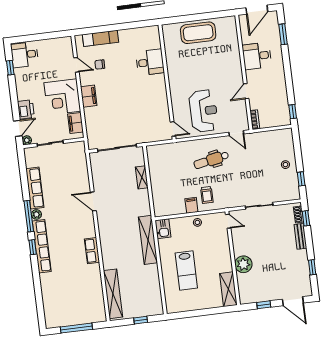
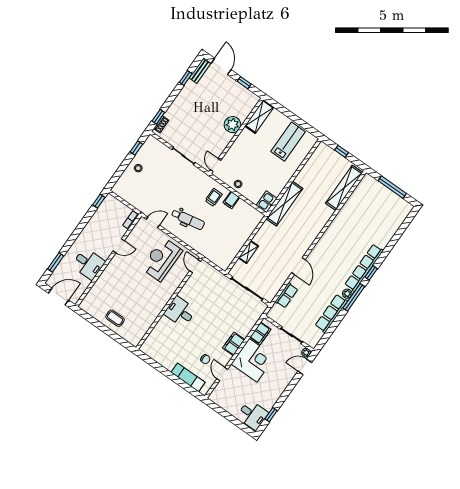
coffee table: (198, 33) -> (115, 318), width x0.54, depth x0.58
desk: (150, 62) -> (180, 312), moved
printer: (26, 109) -> (287, 375), removed
door: (236, 133) -> (153, 222), hinge flipped
bench: (300, 236) -> (200, 71), moved
row of seats: (92, 251) -> (287, 295), moved
lab bench: (186, 271) -> (288, 142), moved

